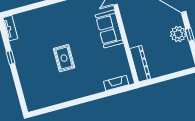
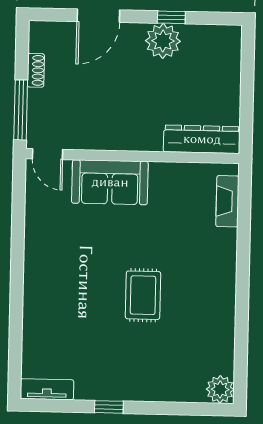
rug: (64, 58) -> (143, 295), turned 90
plant: (33, 104) -> (220, 389), added

